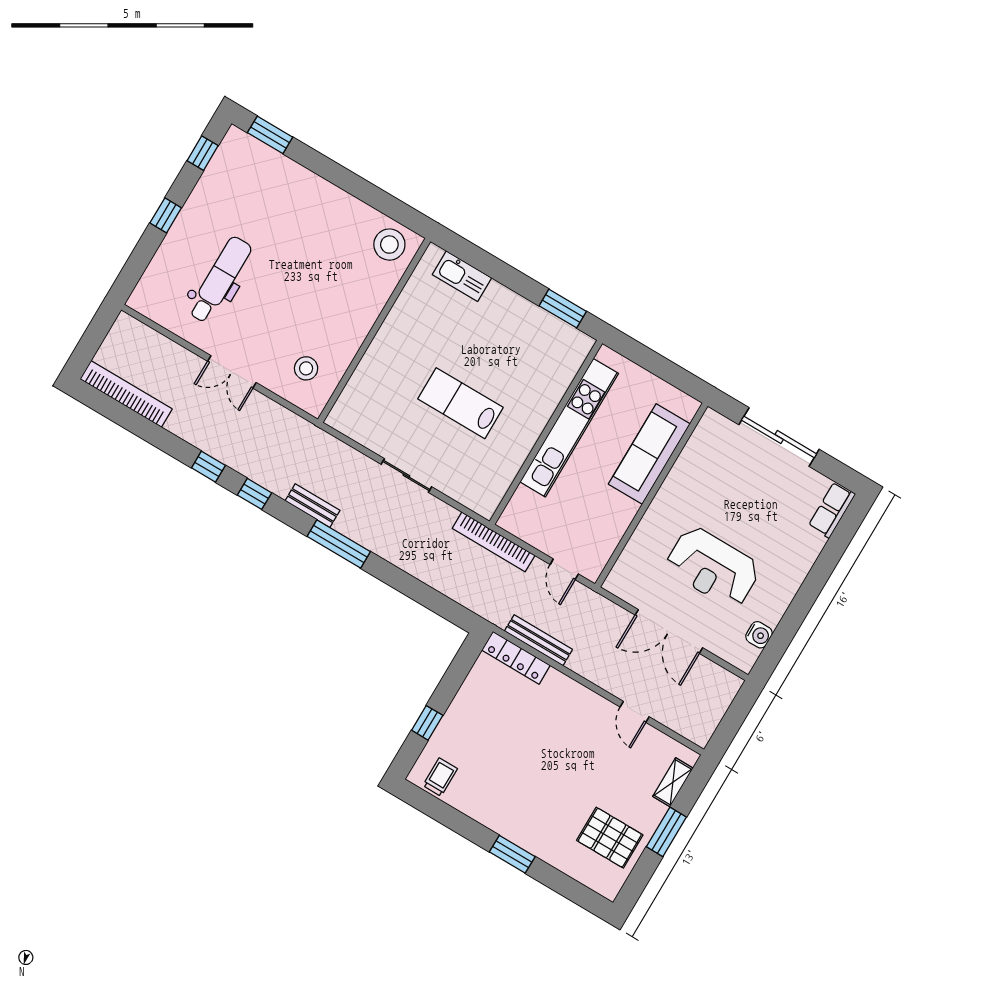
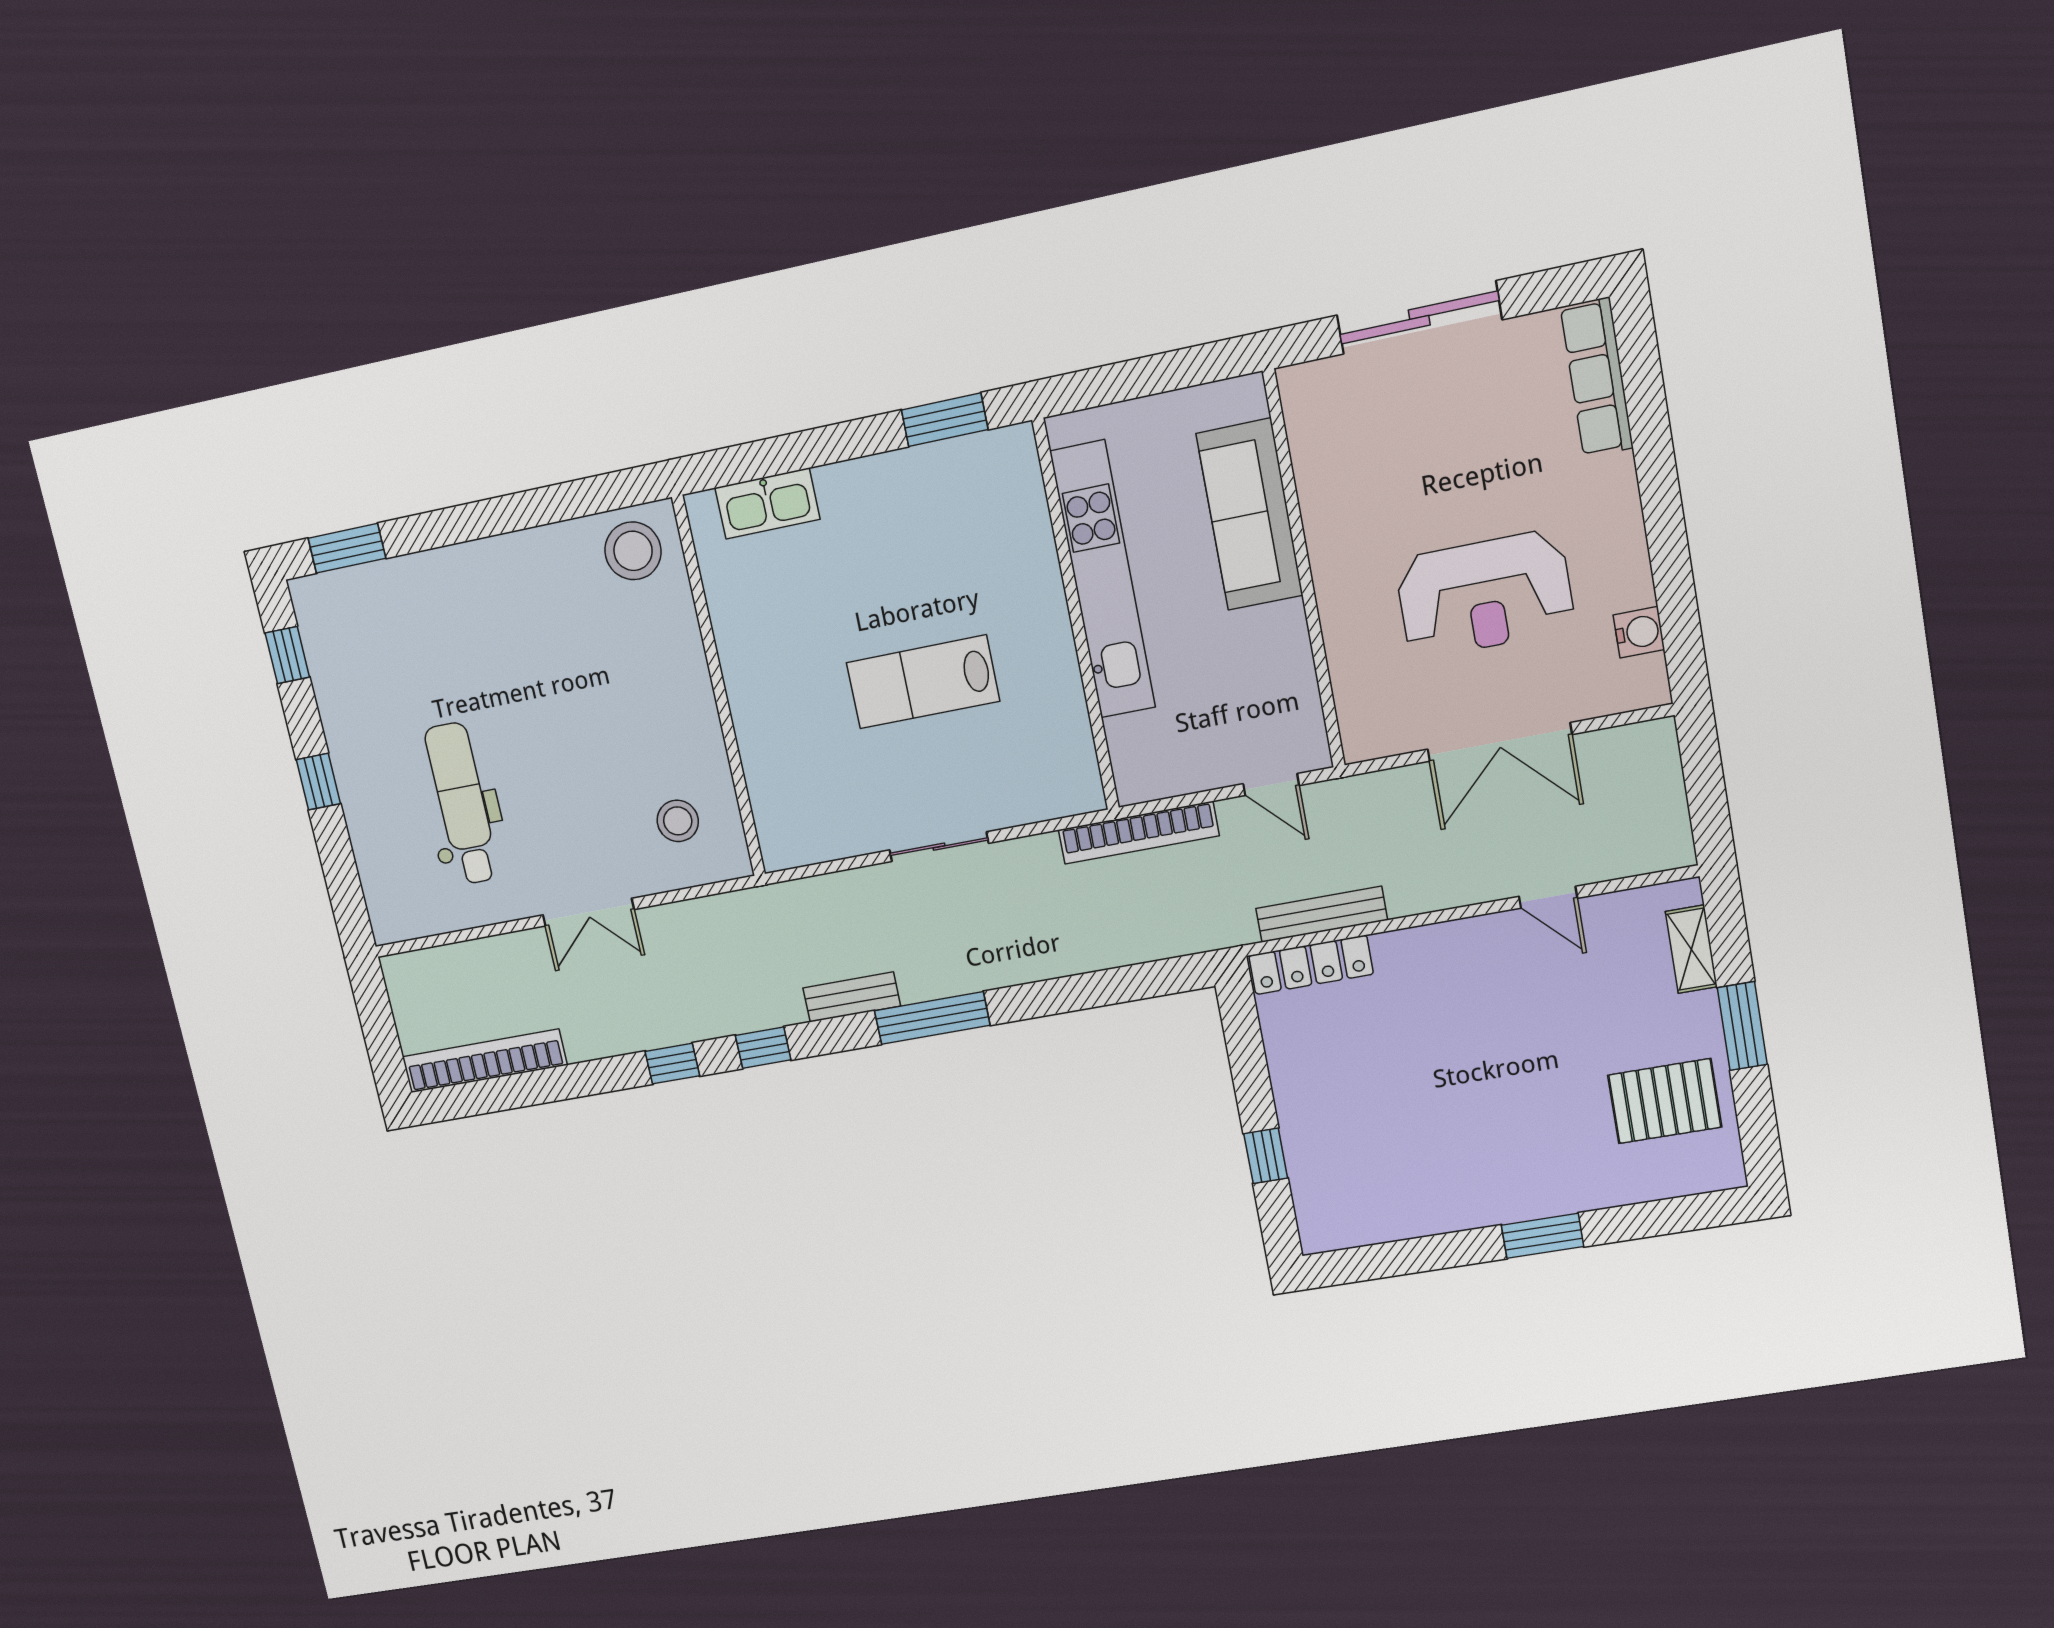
row of seats: (832, 510) -> (1597, 378), width x1.48
trolley: (440, 777) -> (1349, 1214), removed

